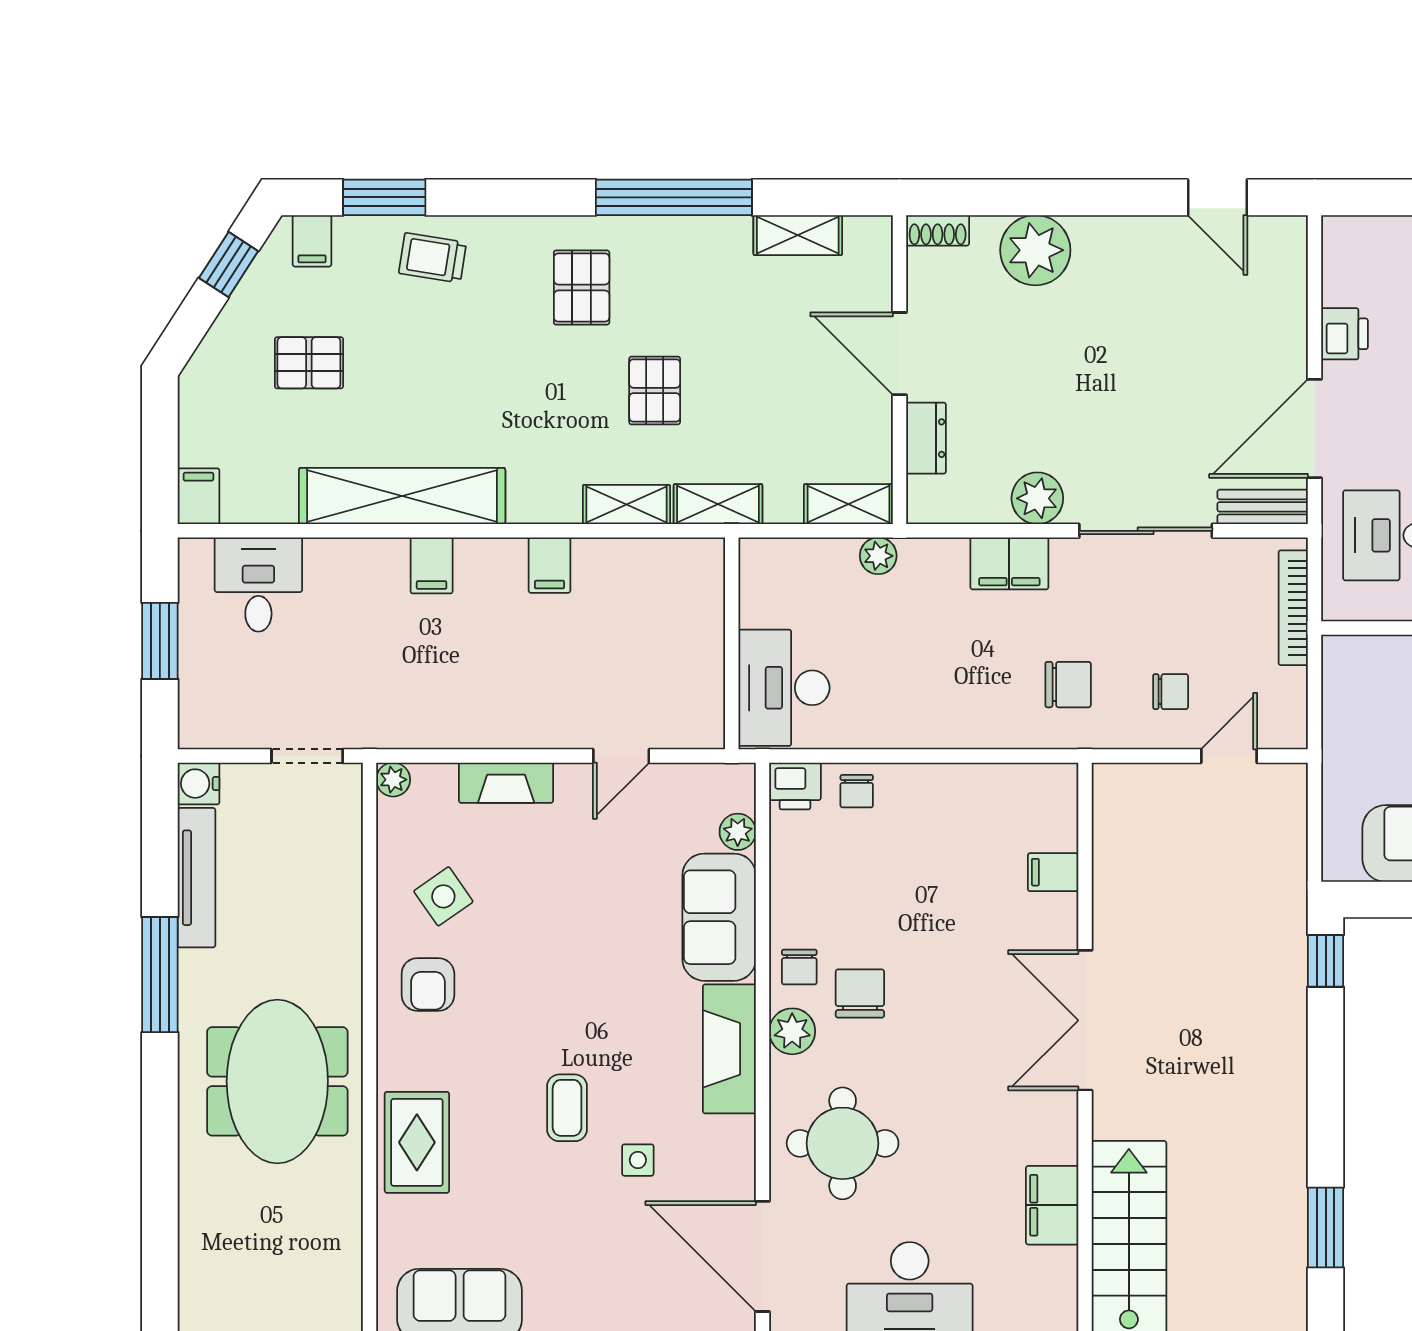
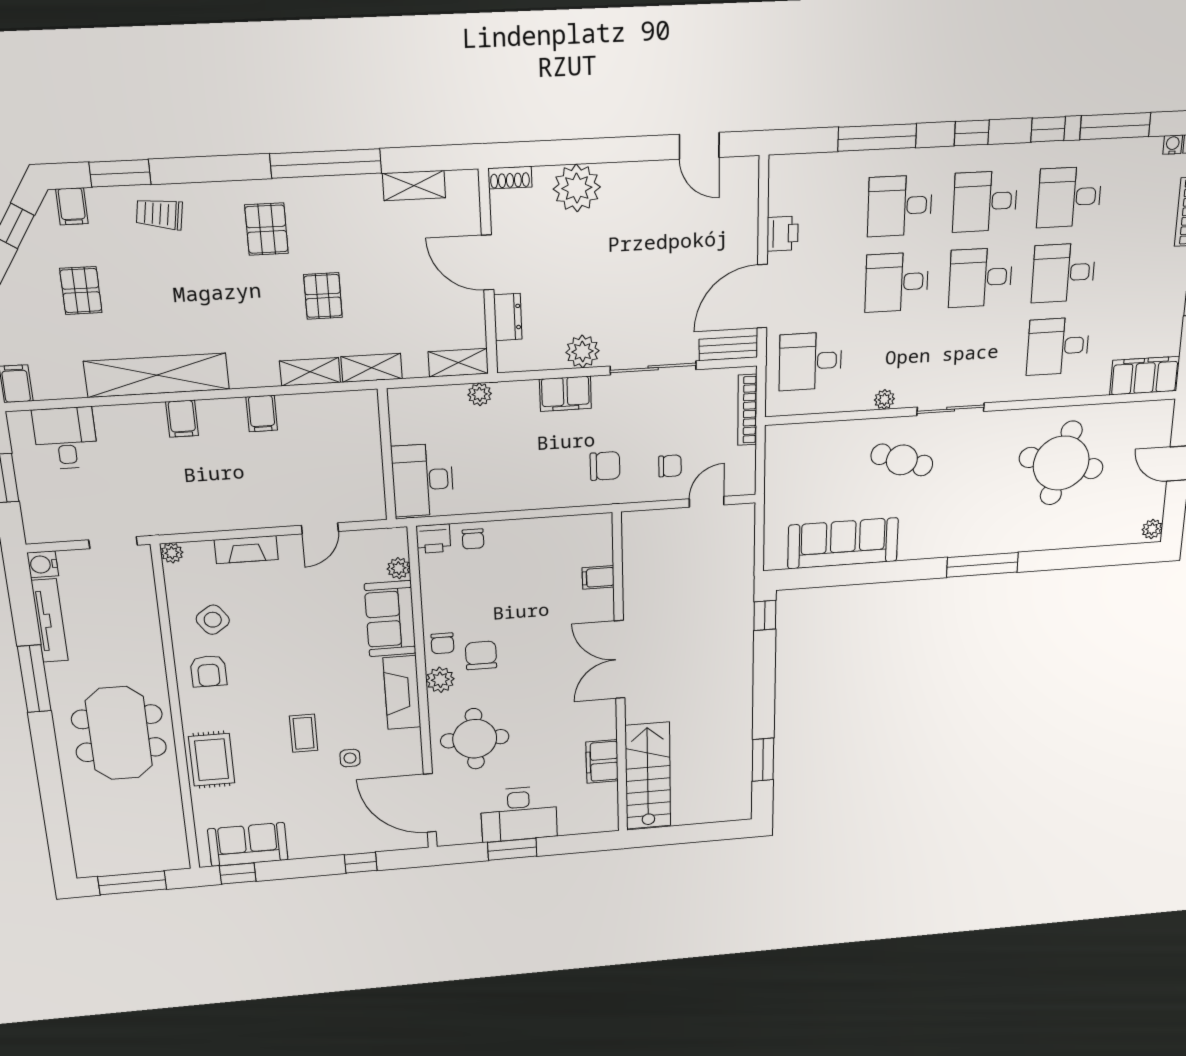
pallet: (309, 363) -> (81, 290), turned 90

